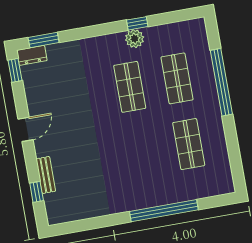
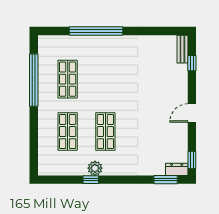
window: (221, 82) -> (34, 80), moved
bench: (46, 175) -> (182, 49), moved

